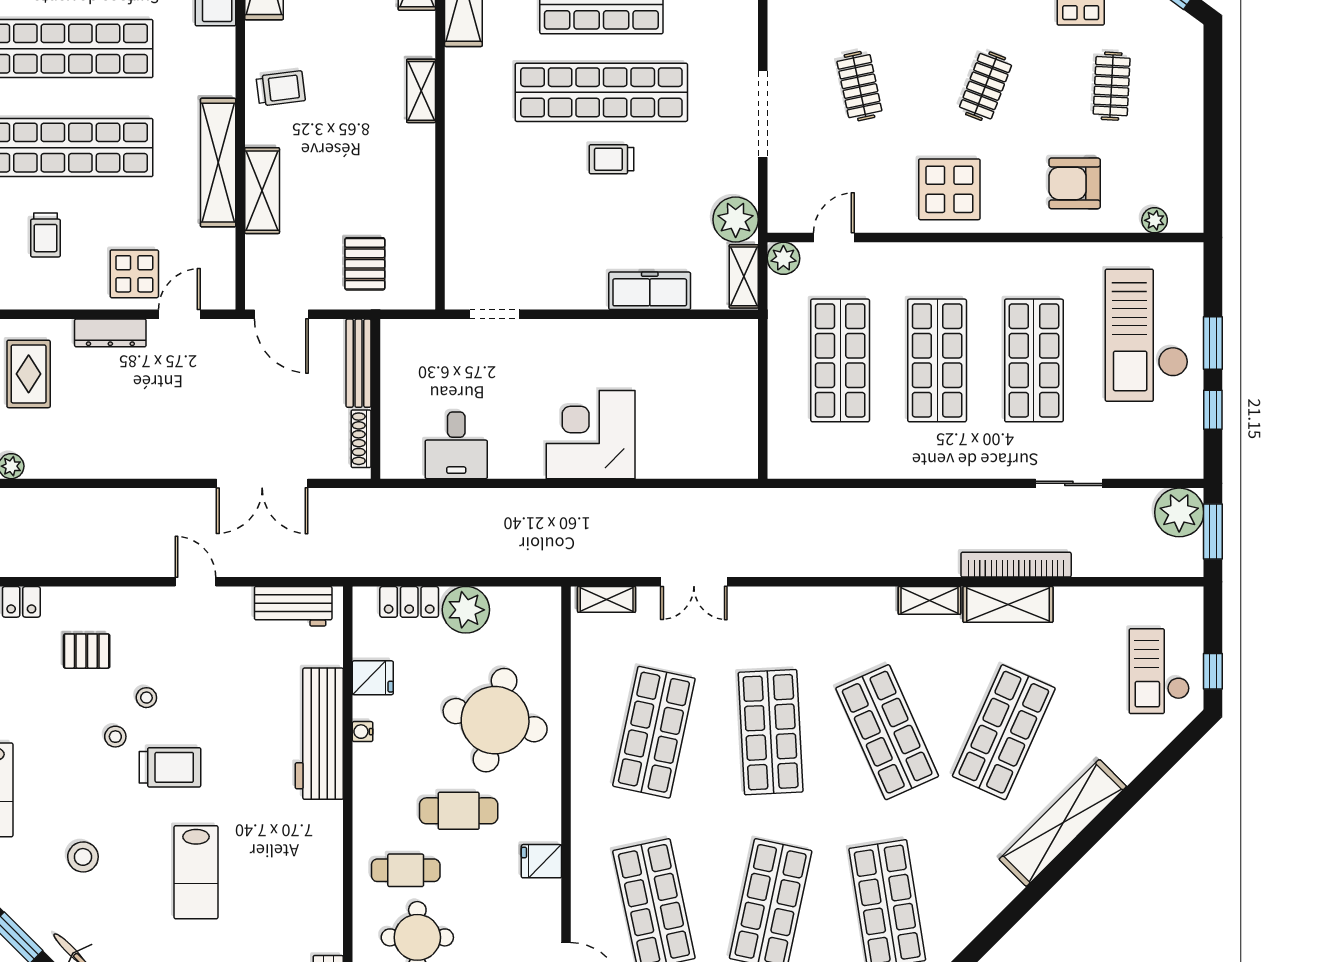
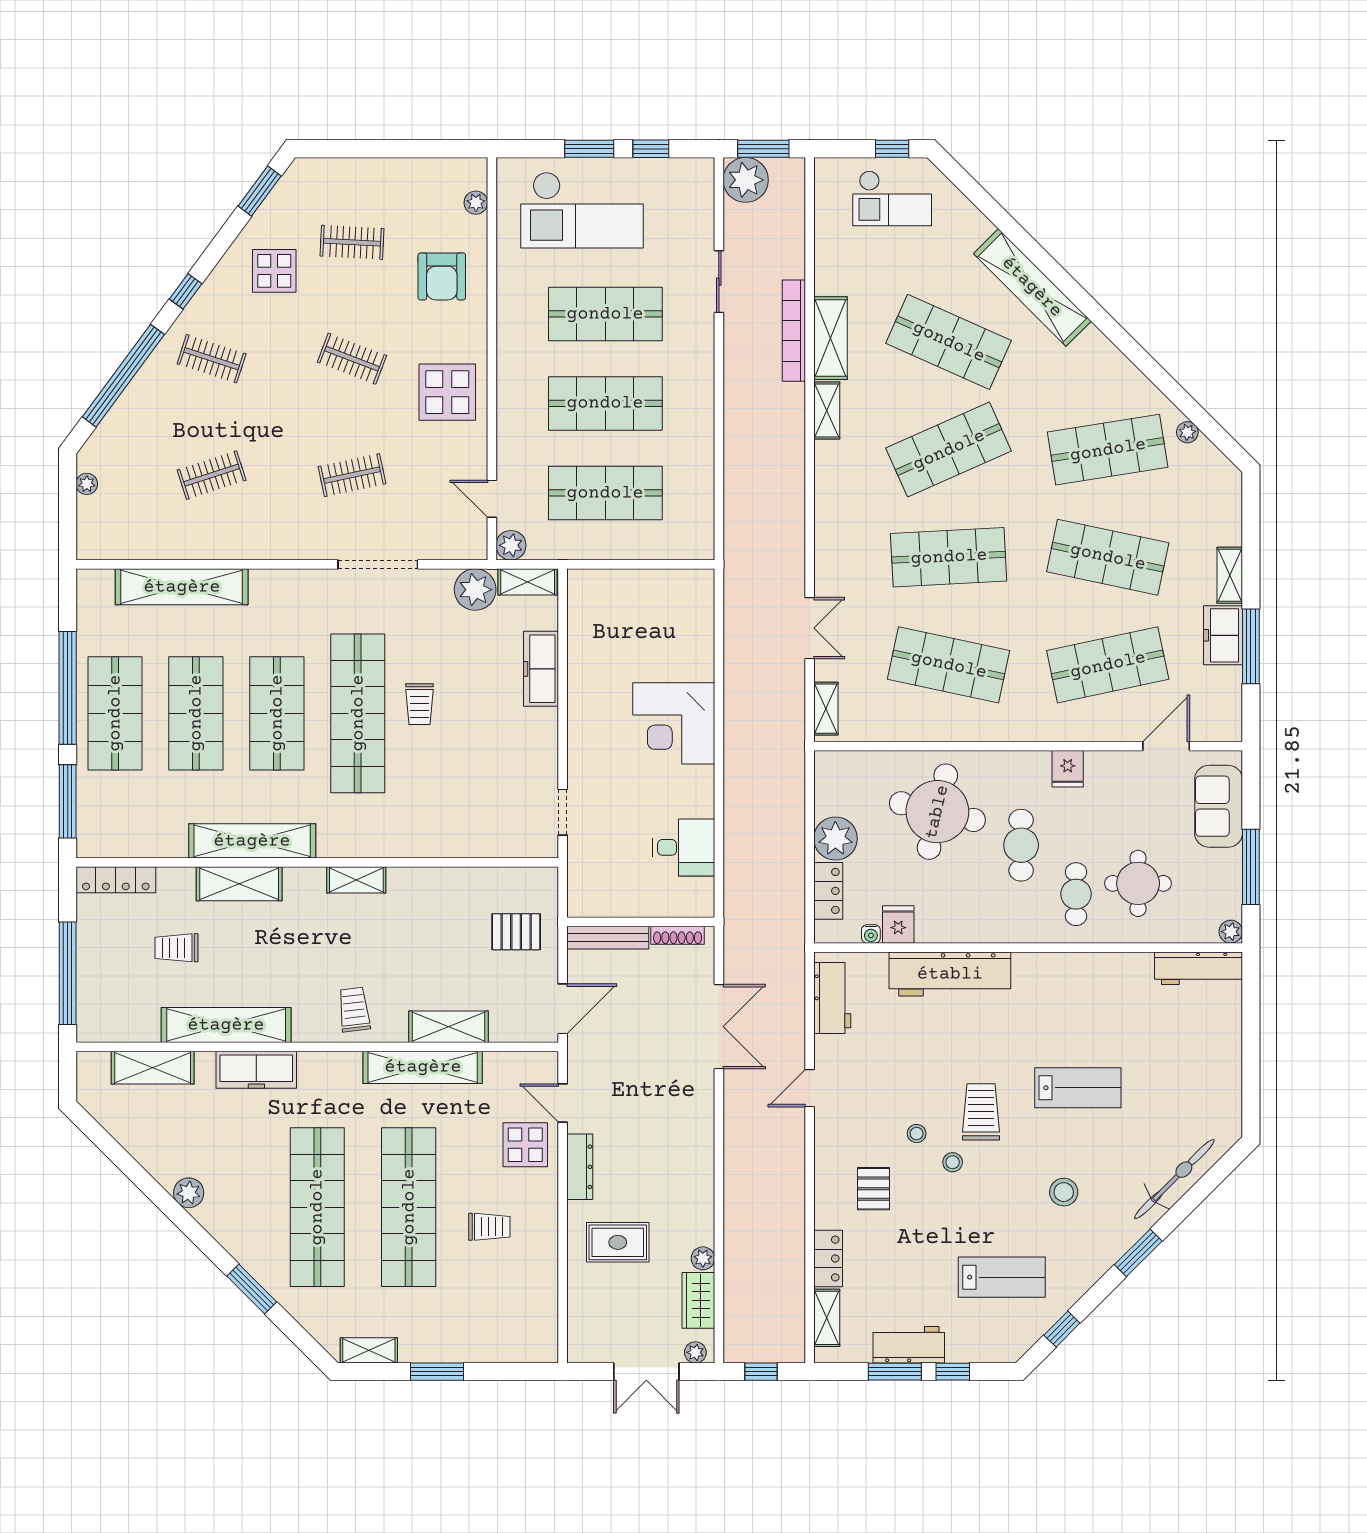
water cooler: (363, 732) -> (871, 934), moved

